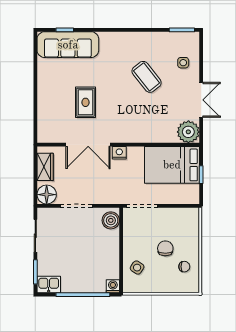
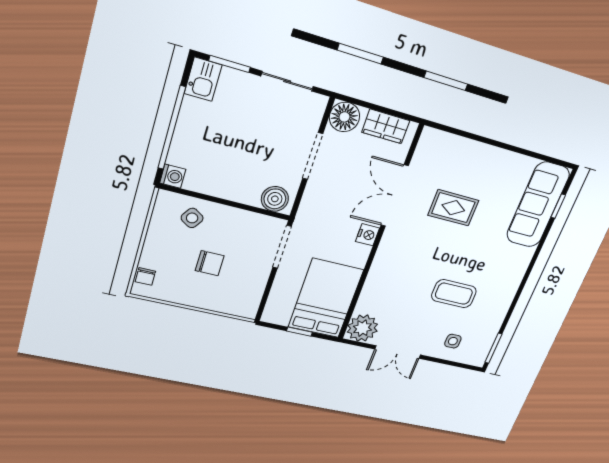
coffee table: (147, 77) -> (454, 294), turned 38
chair: (184, 267) -> (145, 276), moved

